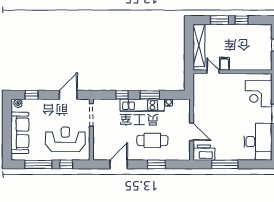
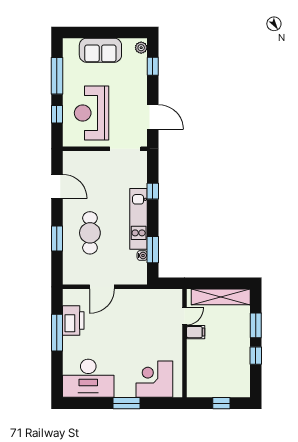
window: (150, 95) -> (153, 250), moved
sofa: (20, 133) -> (100, 50), width x0.73
reception desk: (65, 139) -> (92, 113), turned 180
printer: (204, 153) -> (73, 320), moved

